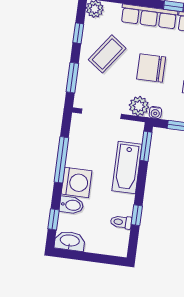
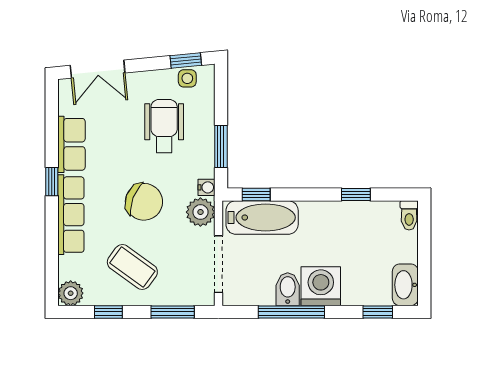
chair: (151, 68) -> (144, 202), turned -69
window: (146, 146) -> (256, 194), width x0.67
bathtub: (127, 167) -> (262, 217), moved
bidet: (71, 205) -> (288, 289), moved
toilet: (121, 222) -> (409, 215), moved

